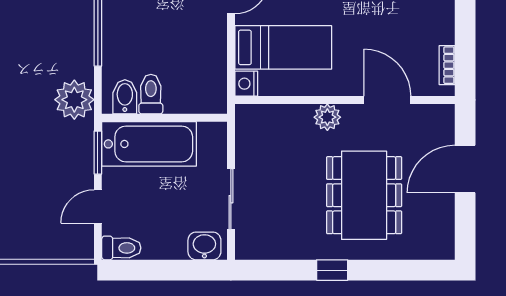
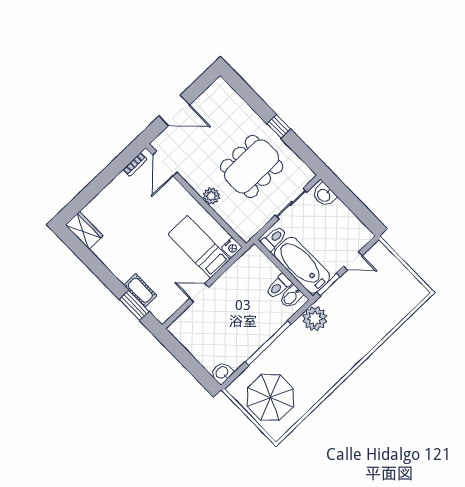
door: (387, 100) -> (165, 164), moved
dining table: (364, 195) -> (252, 166), moved
toilet: (121, 248) -> (274, 239), moved, turned 90

